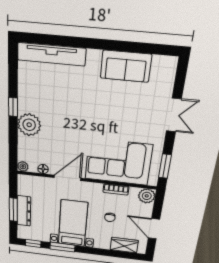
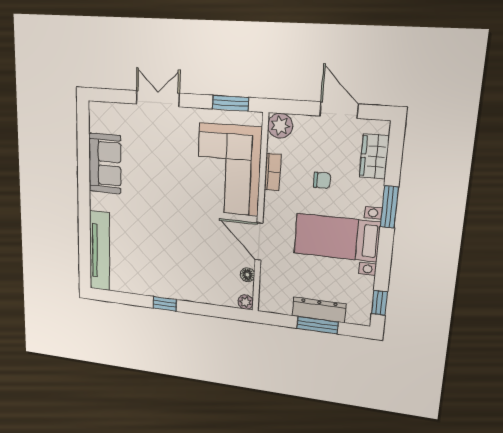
plant: (29, 125) -> (186, 286), removed
door: (154, 229) -> (339, 110), swing flipped
window: (62, 247) -> (389, 207), moved

